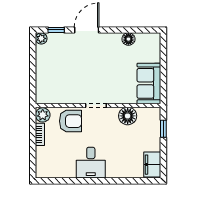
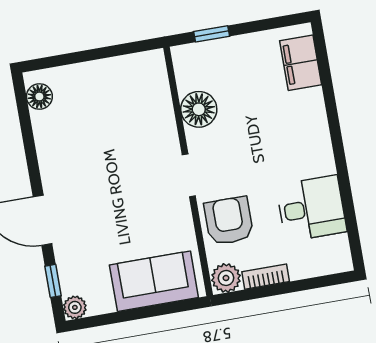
floor lamp: (128, 39) -> (39, 97), moved
sofa: (149, 83) -> (154, 281), moved, turned 180
desk: (91, 163) -> (311, 208), moved
filing cabinet: (152, 165) -> (301, 63), moved, turned 90

